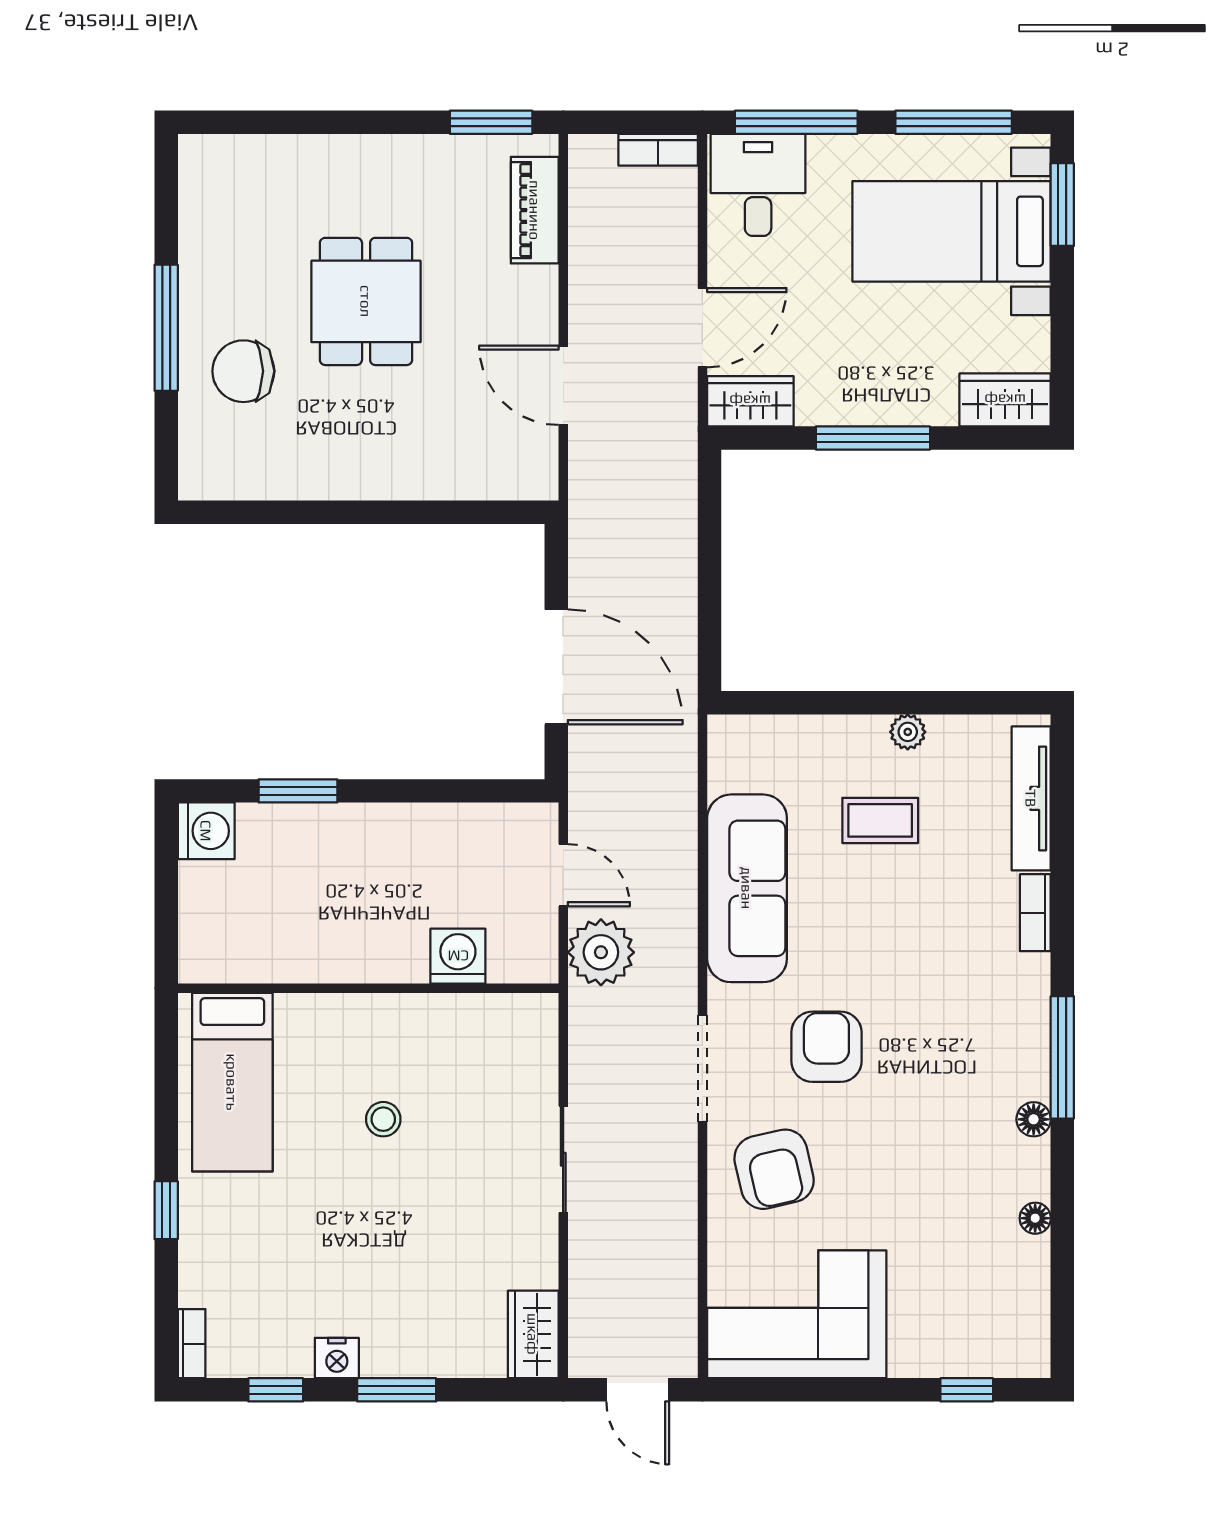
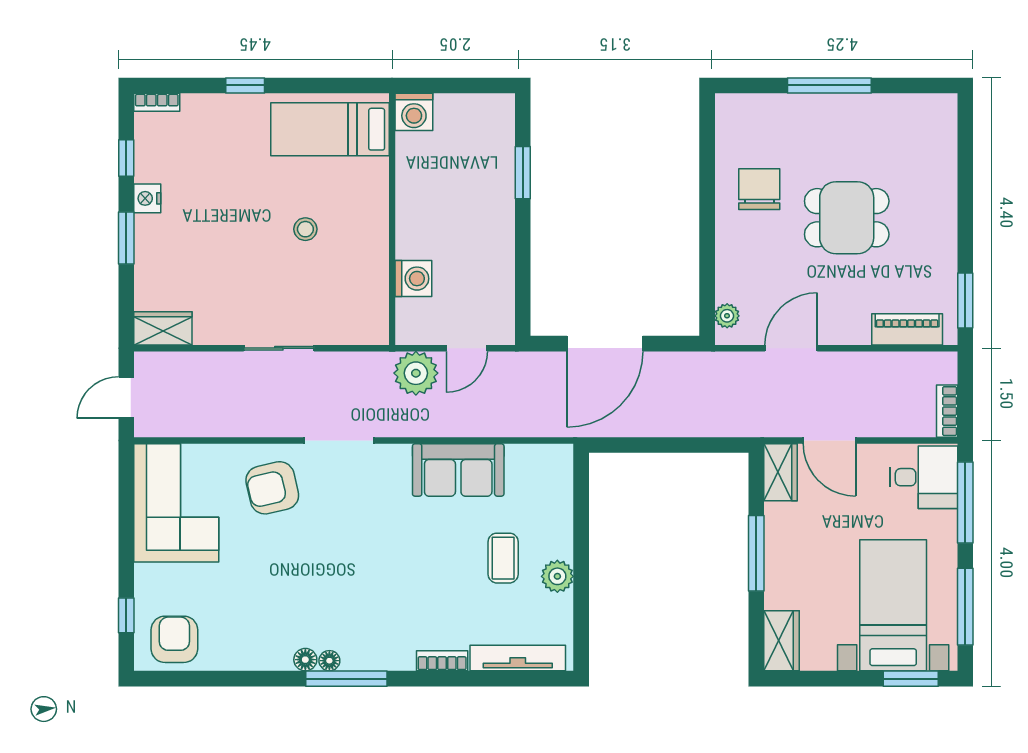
chair: (243, 371) -> (759, 189), moved
plant: (514, 482) -> (727, 316), added
plant: (908, 732) -> (557, 576), width x1.38, depth x1.38
washing machine: (206, 831) -> (414, 112), moved
sofa: (747, 888) -> (458, 470), width x0.73
armchair: (826, 1047) -> (174, 639), moved, turned -90
floor lamp: (1035, 1218) -> (329, 661), moved

